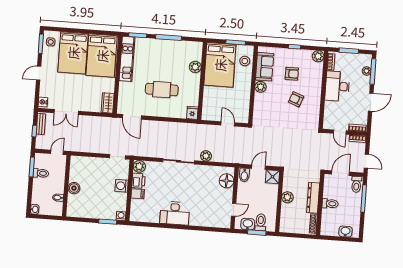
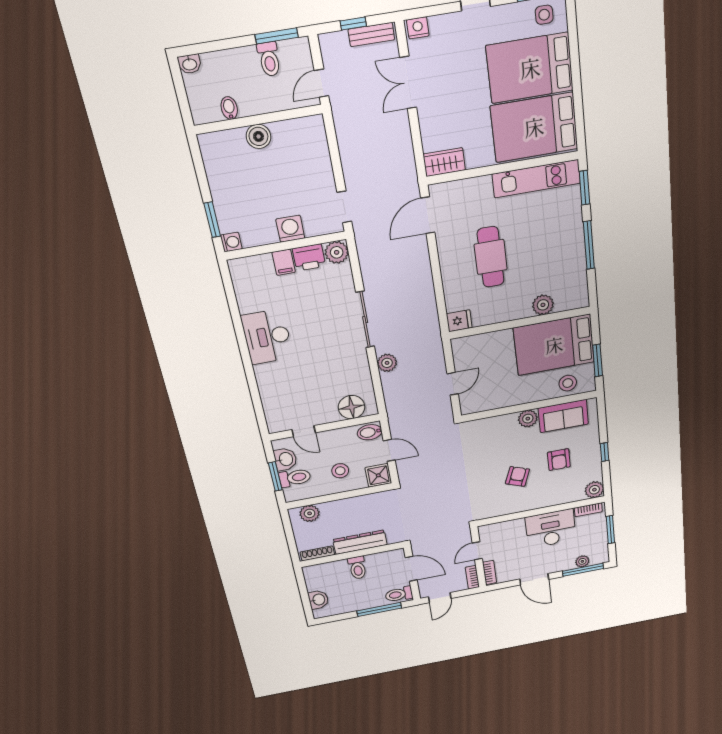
door: (57, 152) -> (322, 83), swing flipped
stool: (263, 197) -> (340, 471), added
plant: (287, 197) -> (310, 513), moved

